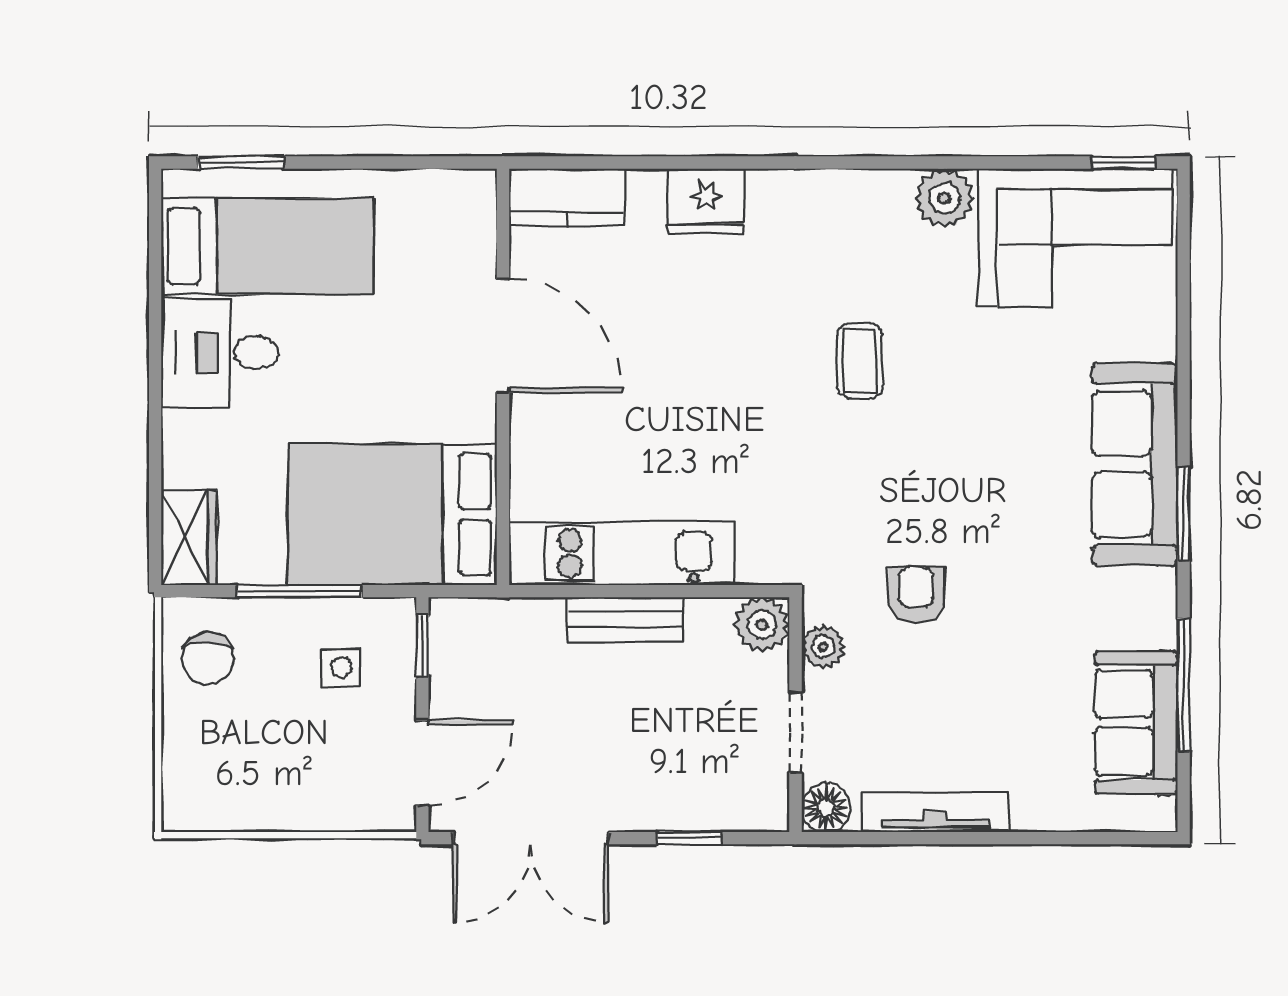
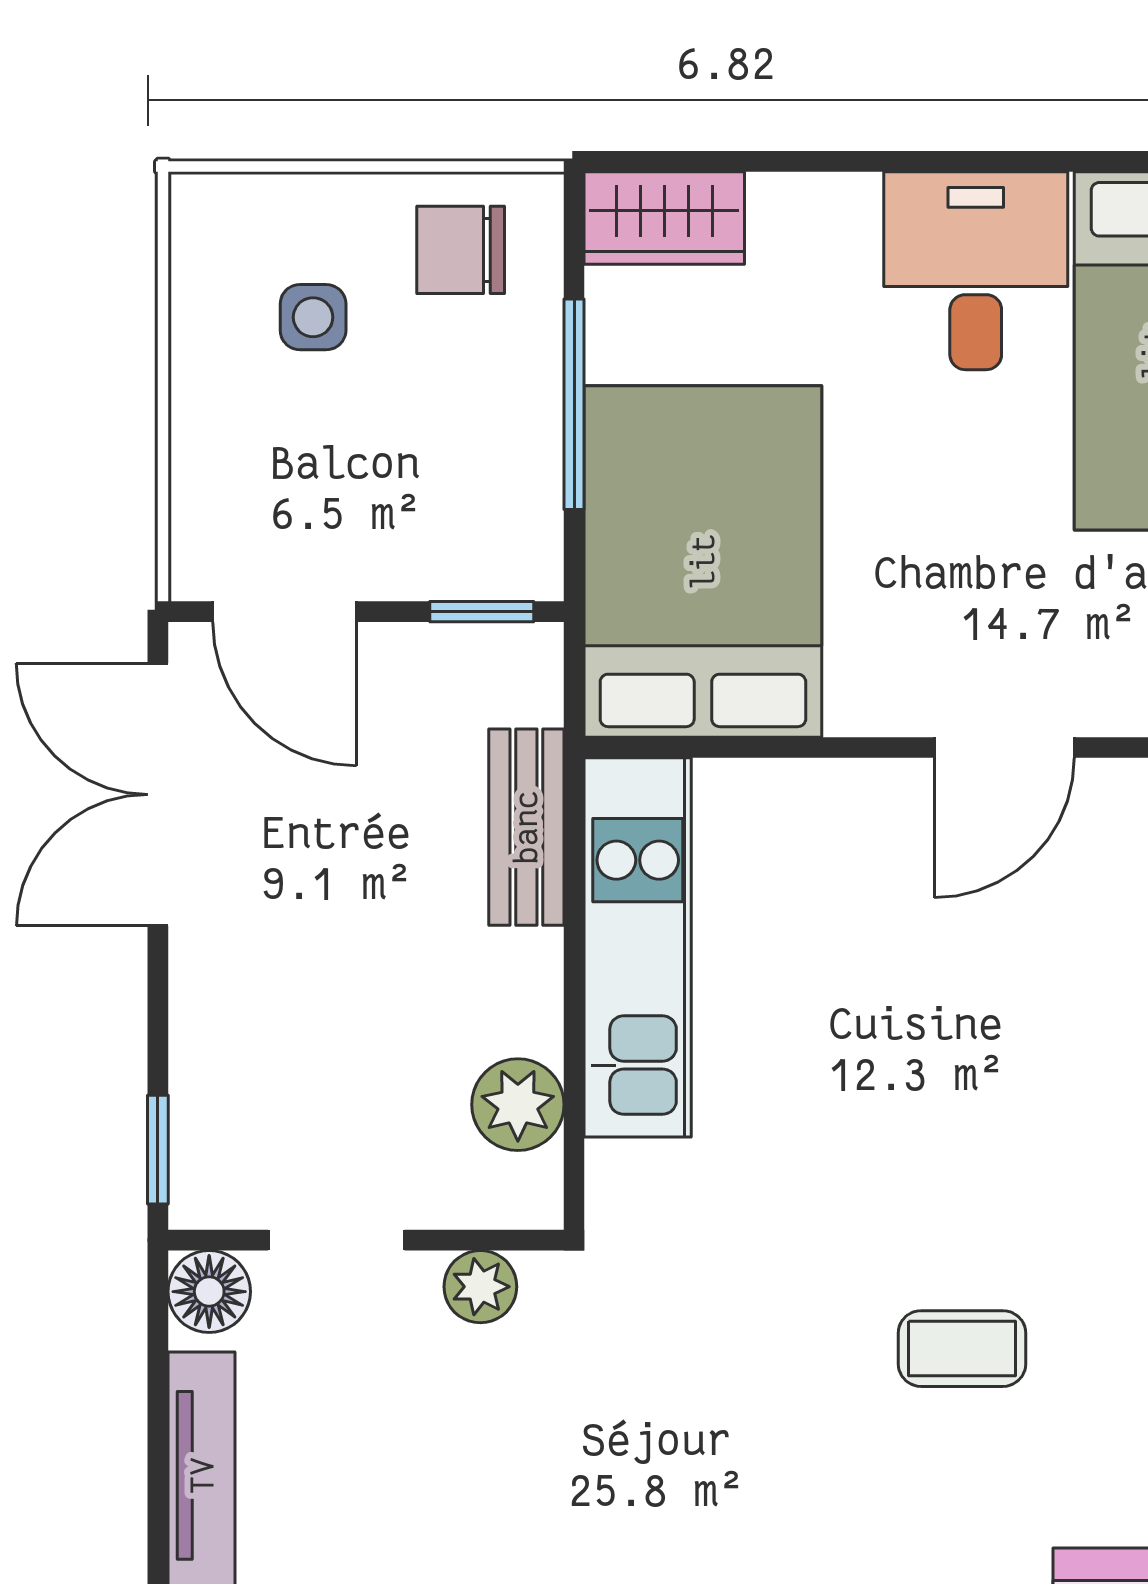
door: (503, 336) -> (1004, 748), width x0.73
armchair: (916, 595) -> (568, 1444), removed
bench: (625, 619) -> (526, 827), moved
plant: (762, 624) -> (518, 1105), moved
side table: (341, 667) -> (313, 317), moved
window: (689, 838) -> (158, 1150), moved

